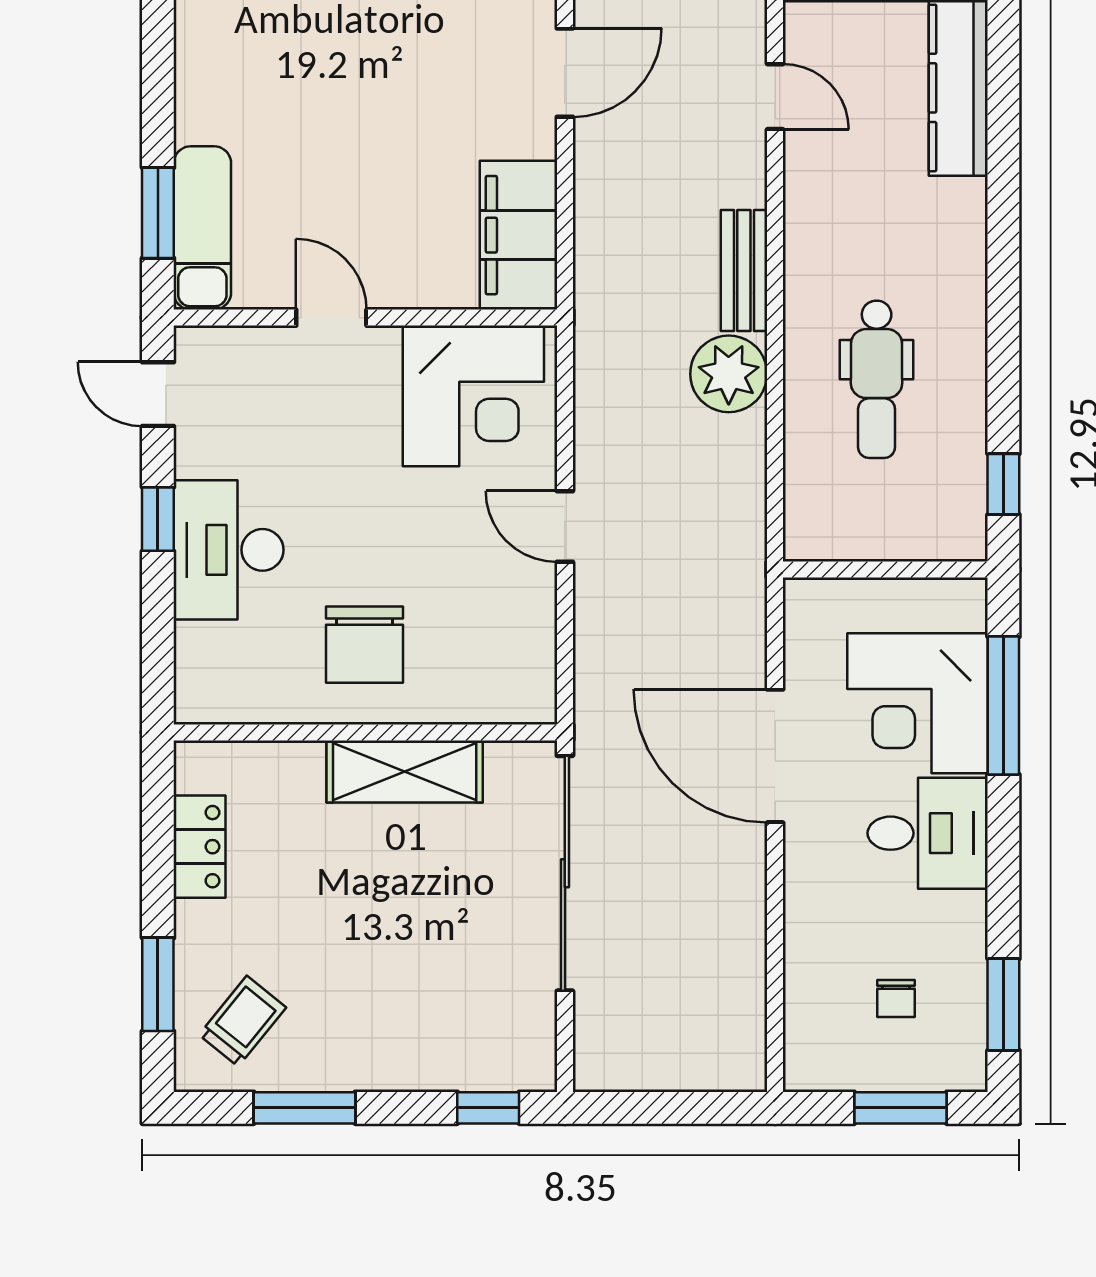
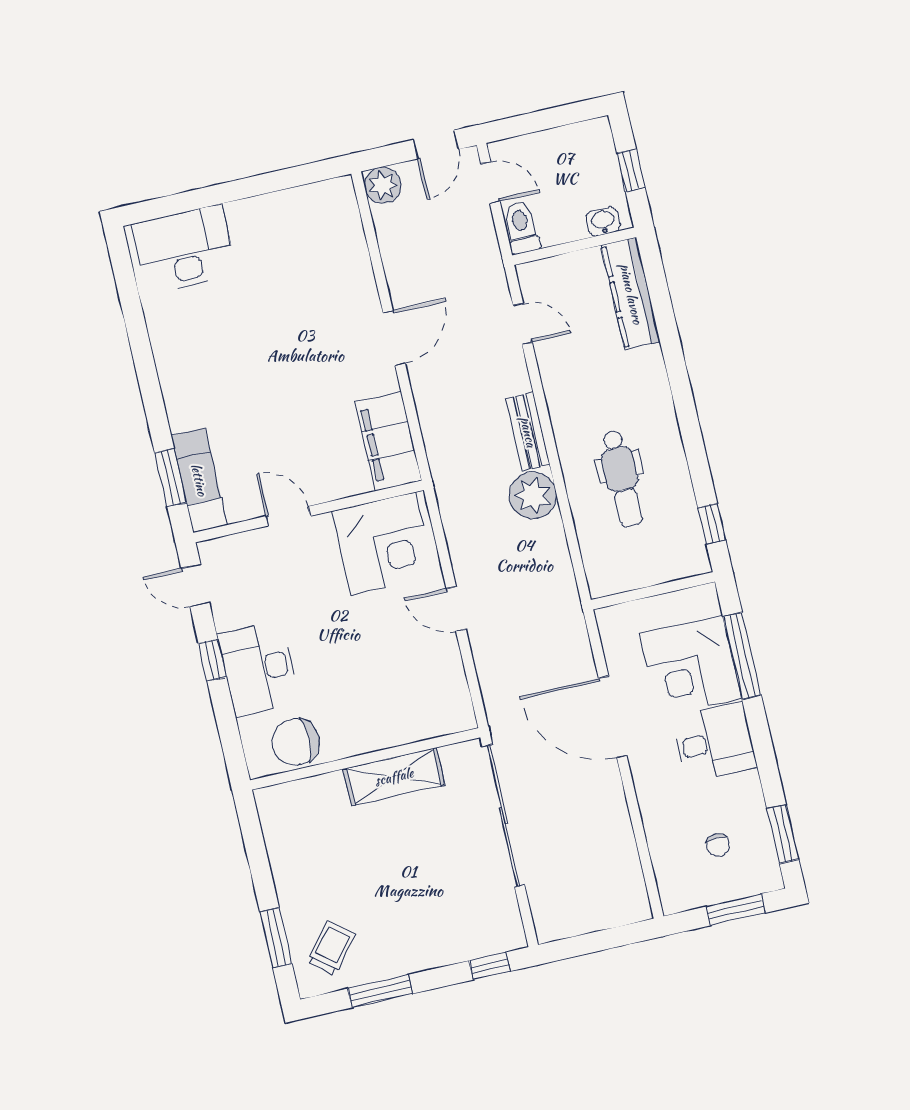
chair: (365, 645) -> (295, 742), moved, turned 90
locker: (200, 847) -> (282, 850), removed

